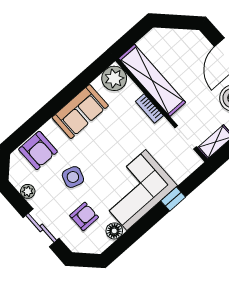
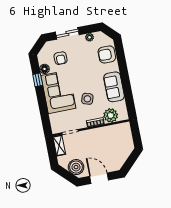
plant: (114, 78) -> (111, 115), moved
shelving: (152, 80) -> (109, 132), removed
side table: (73, 177) -> (87, 99), moved
window: (173, 199) -> (38, 80), moved

